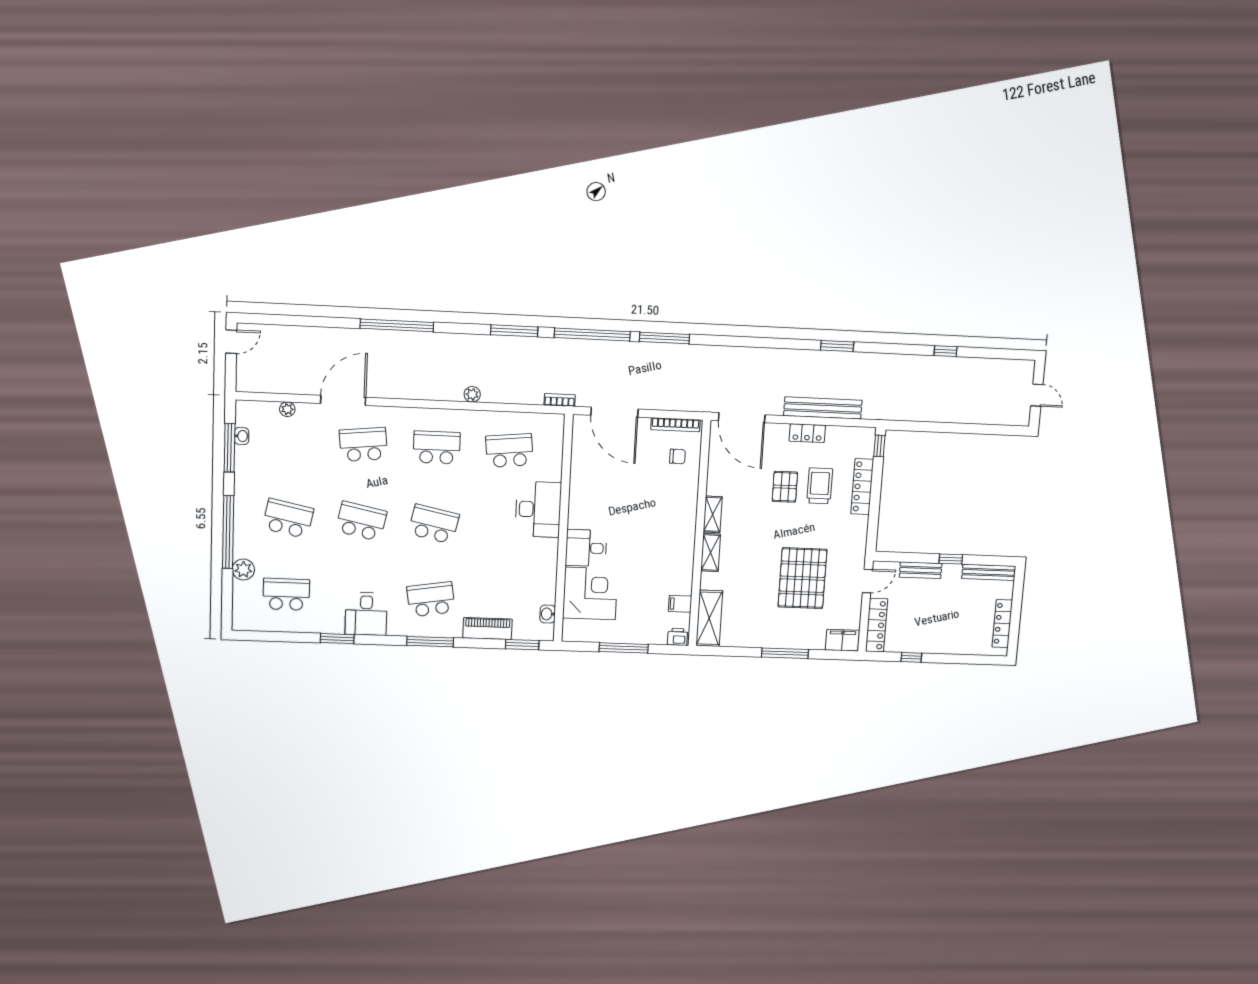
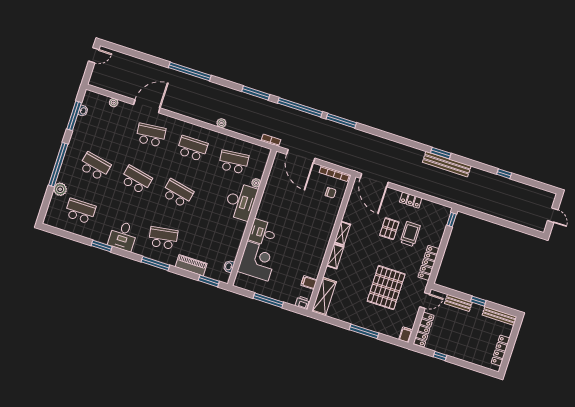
bench: (823, 408) -> (447, 164), moved
plant: (555, 474) -> (256, 183), added
locker: (862, 487) -> (428, 263), moved
filing cabinet: (842, 640) -> (406, 335), width x0.50

